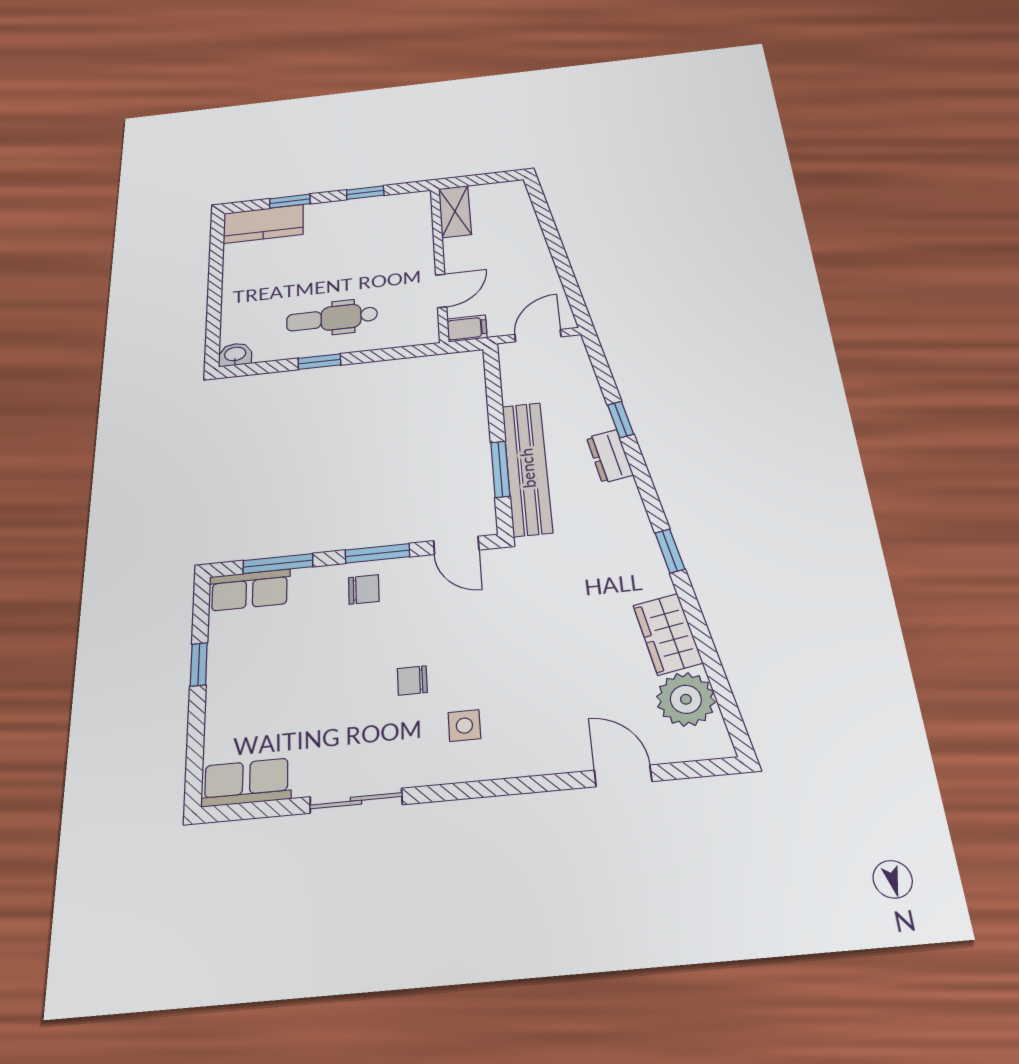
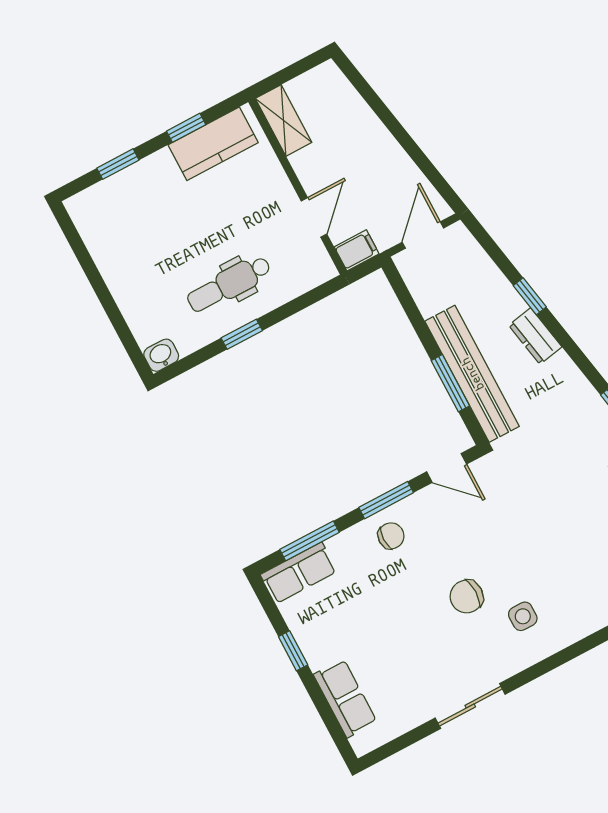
kitchen counter: (263, 224) -> (213, 144), moved
chair: (412, 680) -> (467, 597), width x1.37, depth x1.37
row of seats: (246, 782) -> (345, 698), moved, turned 90

